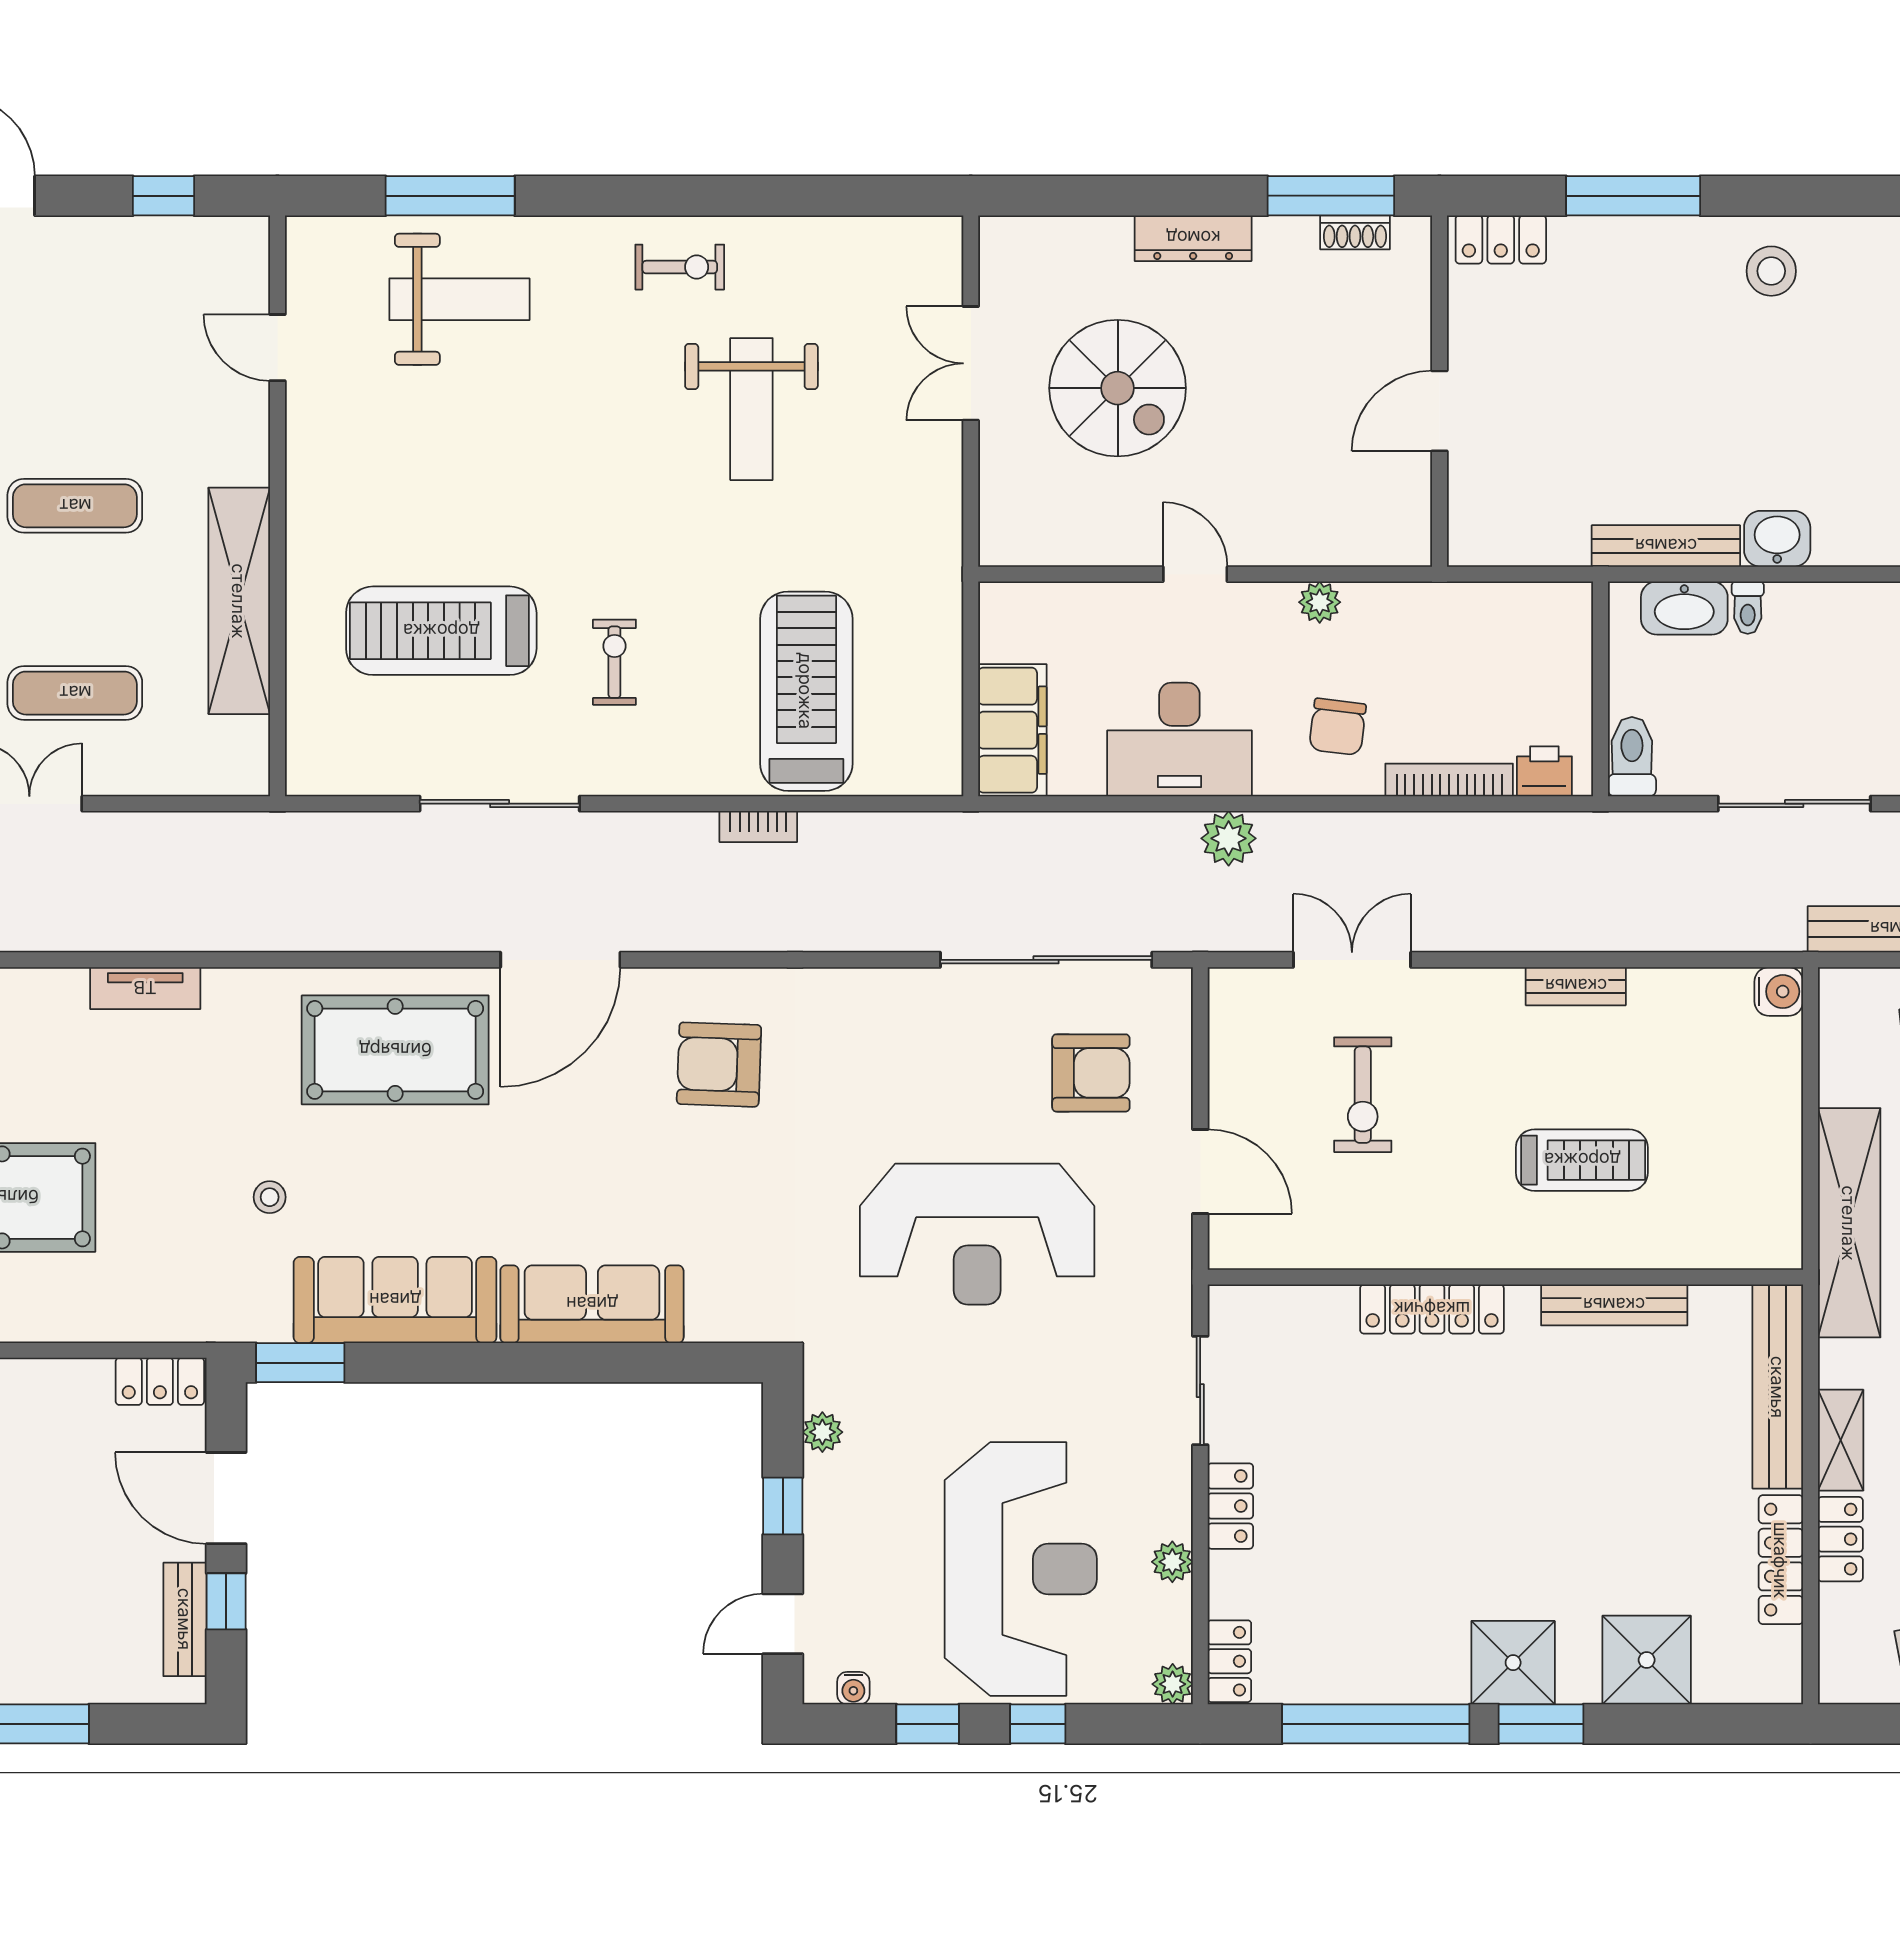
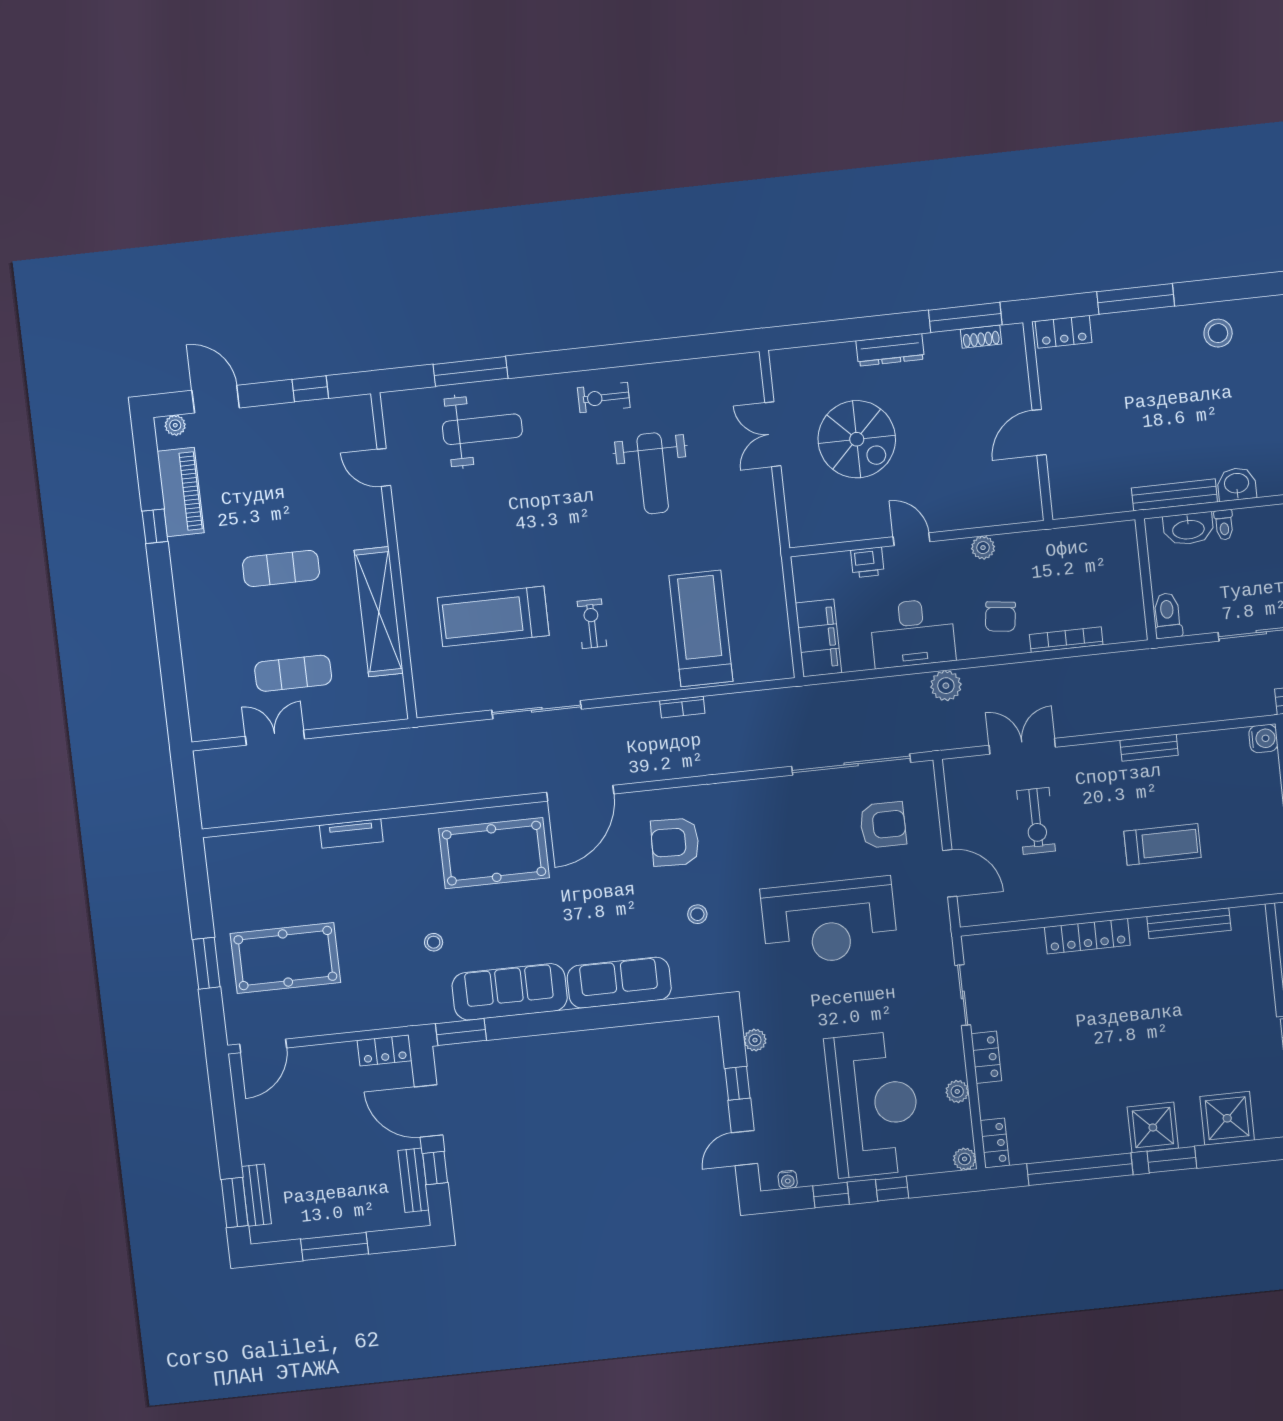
exercise bike: (680, 267) -> (604, 398), turned 180
printer: (1544, 771) -> (867, 562), moved, turned 180
stool: (744, 1197) -> (697, 914), added

